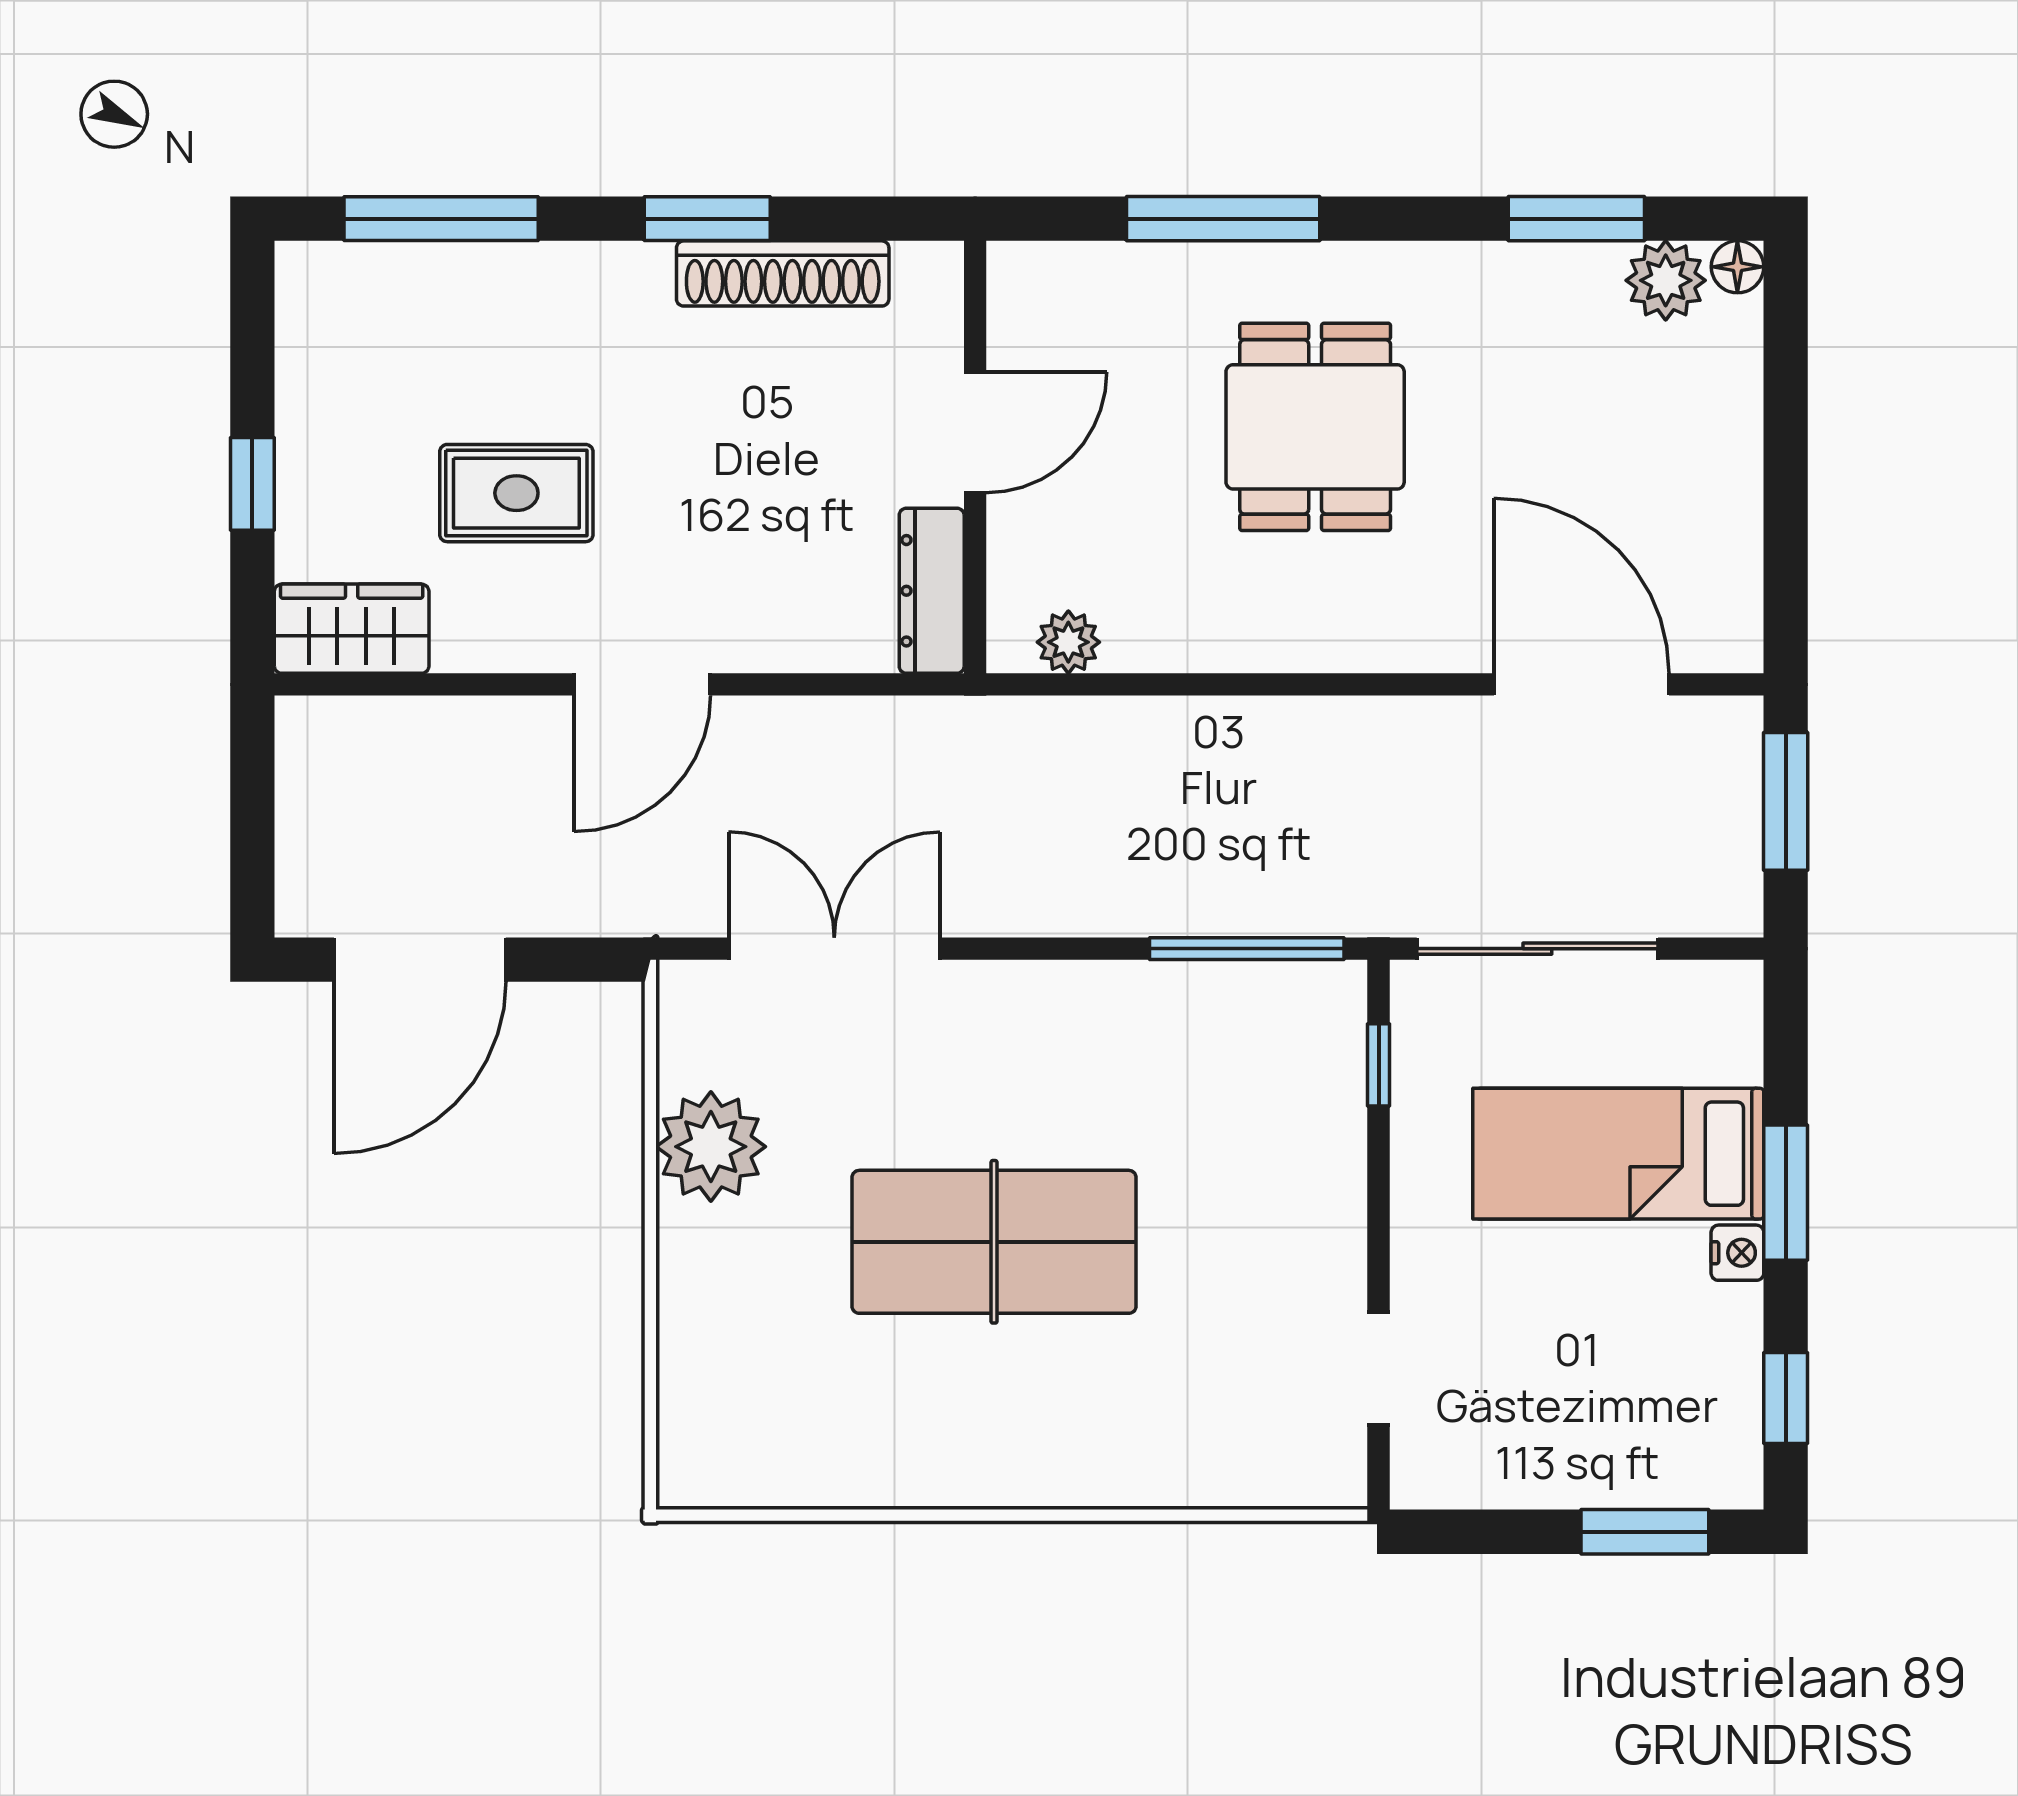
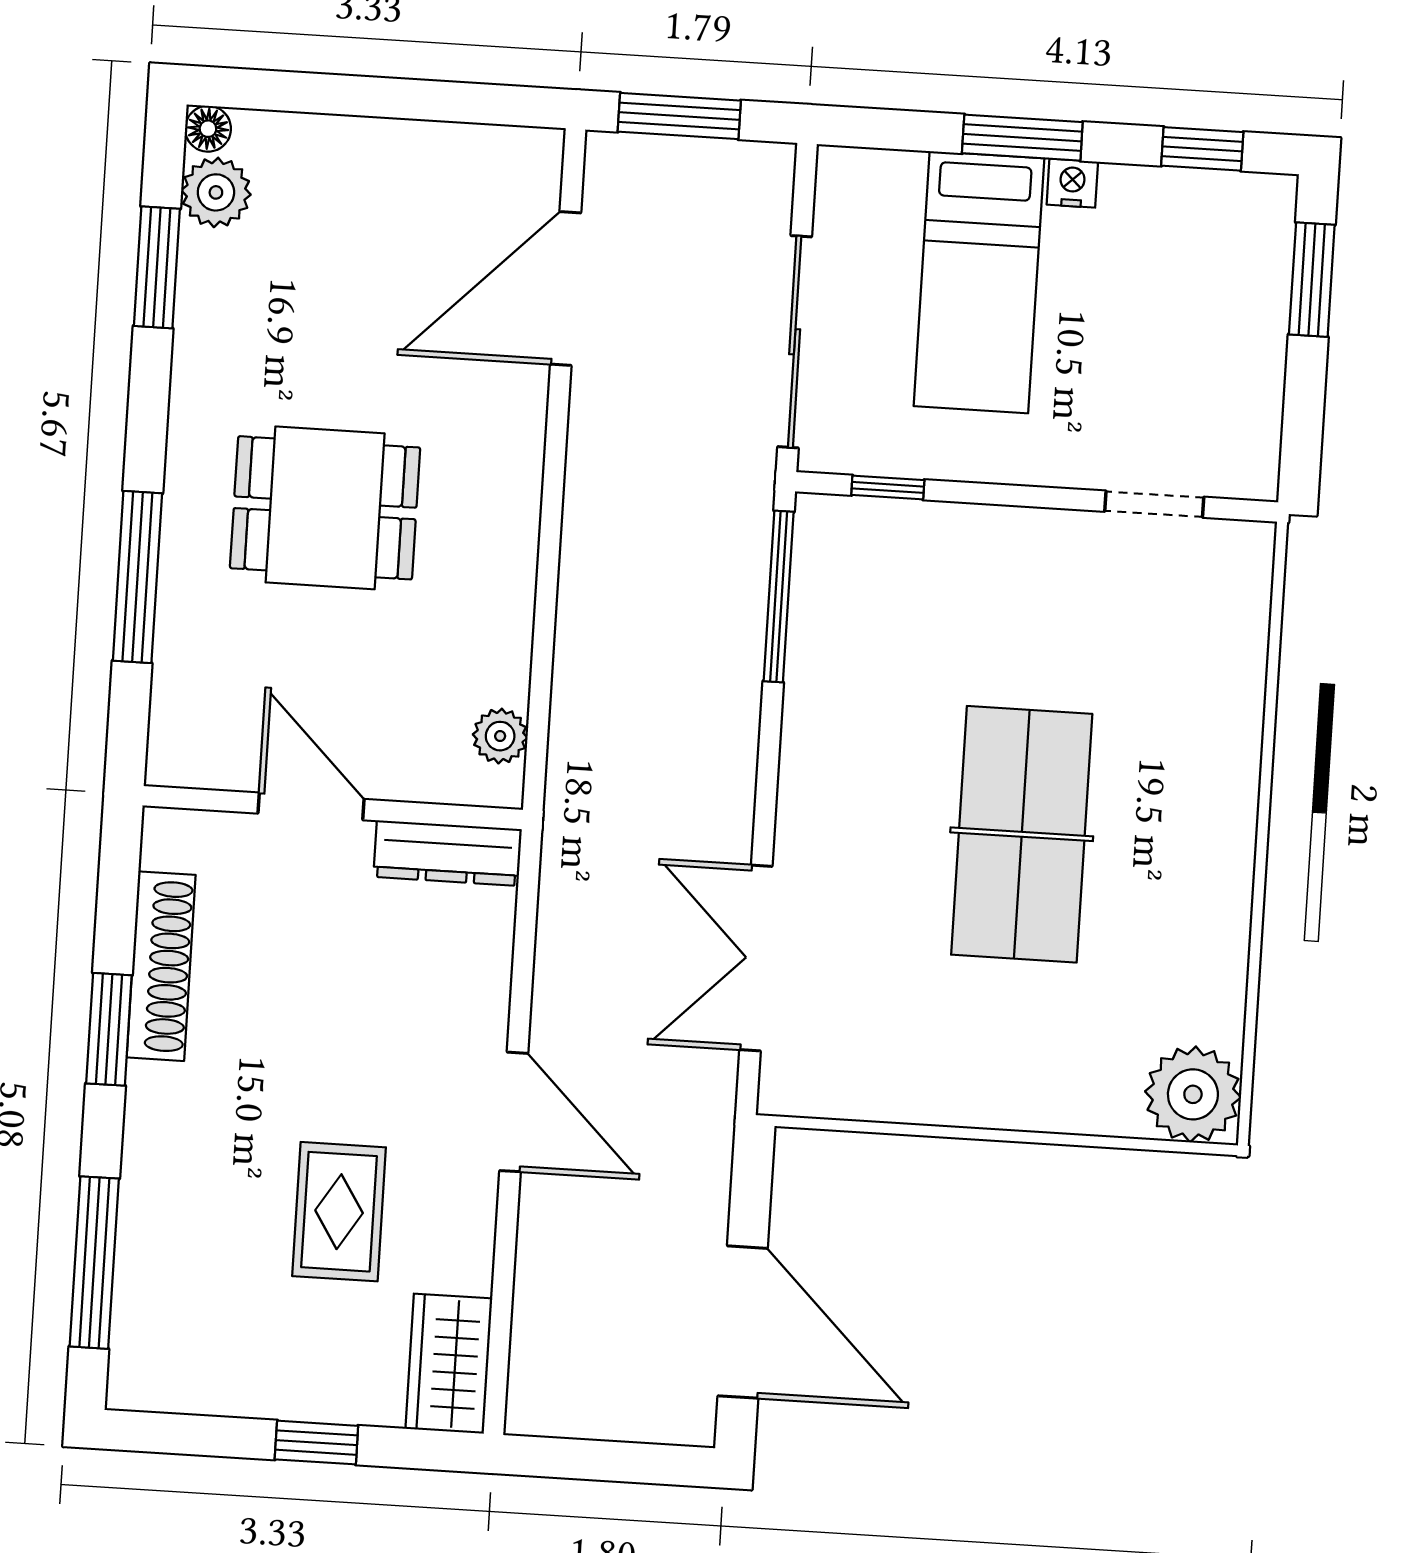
plant: (711, 1147) -> (1193, 1094), moved

